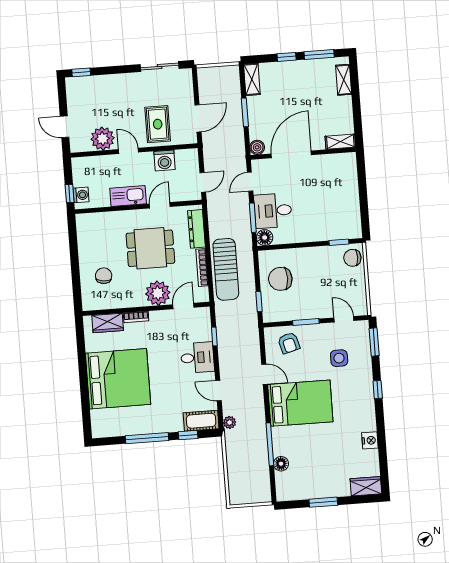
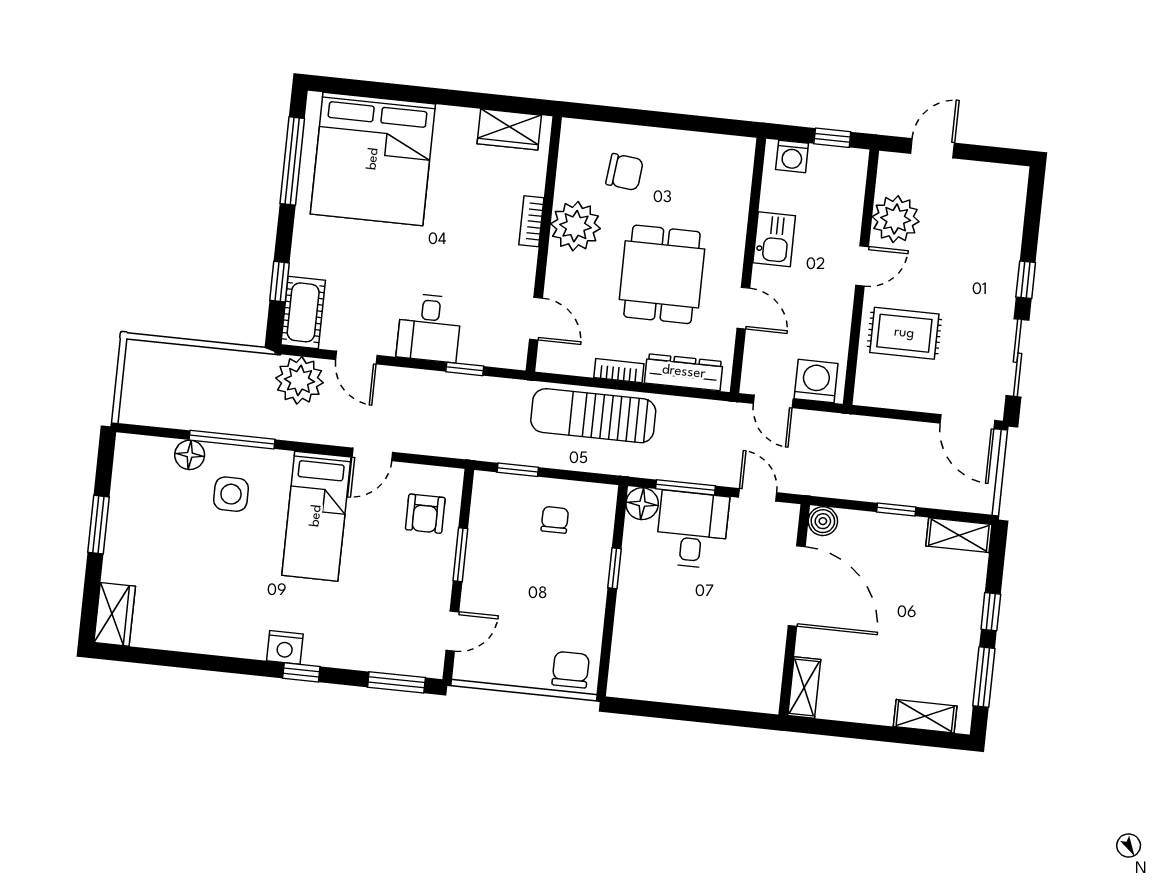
window: (81, 72) -> (1026, 280), moved
window: (245, 112) -> (896, 510), width x0.67
door: (198, 118) -> (967, 422), moved
washing machine: (164, 160) -> (816, 381), moved, turned 90
window: (70, 193) -> (832, 138), moved
kitchen sink: (128, 196) -> (774, 239), width x0.73
window: (339, 242) -> (614, 568), moved
bookcase: (202, 268) -> (619, 371), width x0.64
chair: (280, 279) -> (555, 520), width x0.54, depth x0.54
plant: (158, 293) -> (575, 226), moved
wardrobe: (108, 323) -> (509, 129), moved, turned -90
armchair: (289, 343) -> (425, 514), turned -75
side table: (339, 358) -> (231, 494), moved
bed: (118, 379) -> (373, 159), moved
door: (218, 391) -> (356, 358), swing flipped
bed: (300, 403) -> (316, 516), width x0.67
plant: (230, 422) -> (299, 380), width x1.88, depth x1.88
window: (147, 438) -> (292, 161), moved
nightstand: (370, 440) -> (285, 647), moved

